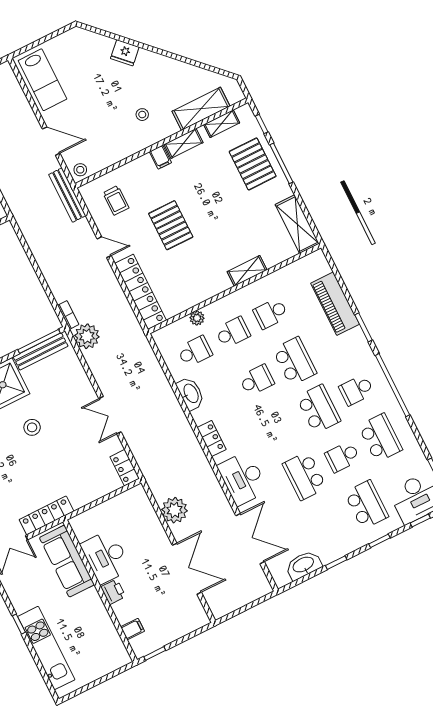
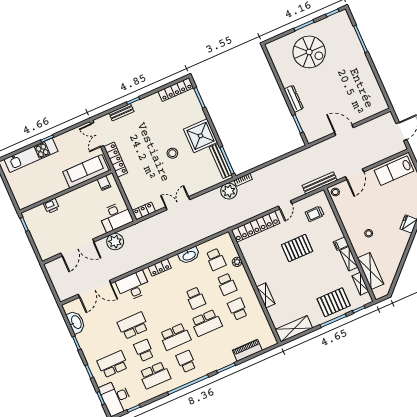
piano: (335, 304) -> (247, 350), width x0.73, depth x0.75
school desk: (366, 505) -> (113, 364), turned 180
desk: (106, 557) -> (116, 217), moved, turned 180
printer: (113, 592) -> (51, 206), moved
filing cabinet: (133, 629) -> (104, 183), moved

